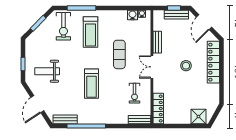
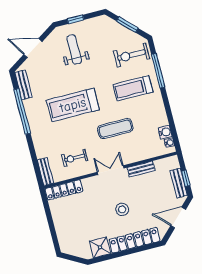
treadmill: (91, 84) -> (73, 105), width x1.37, depth x1.38
shower: (198, 117) -> (100, 247), moved

